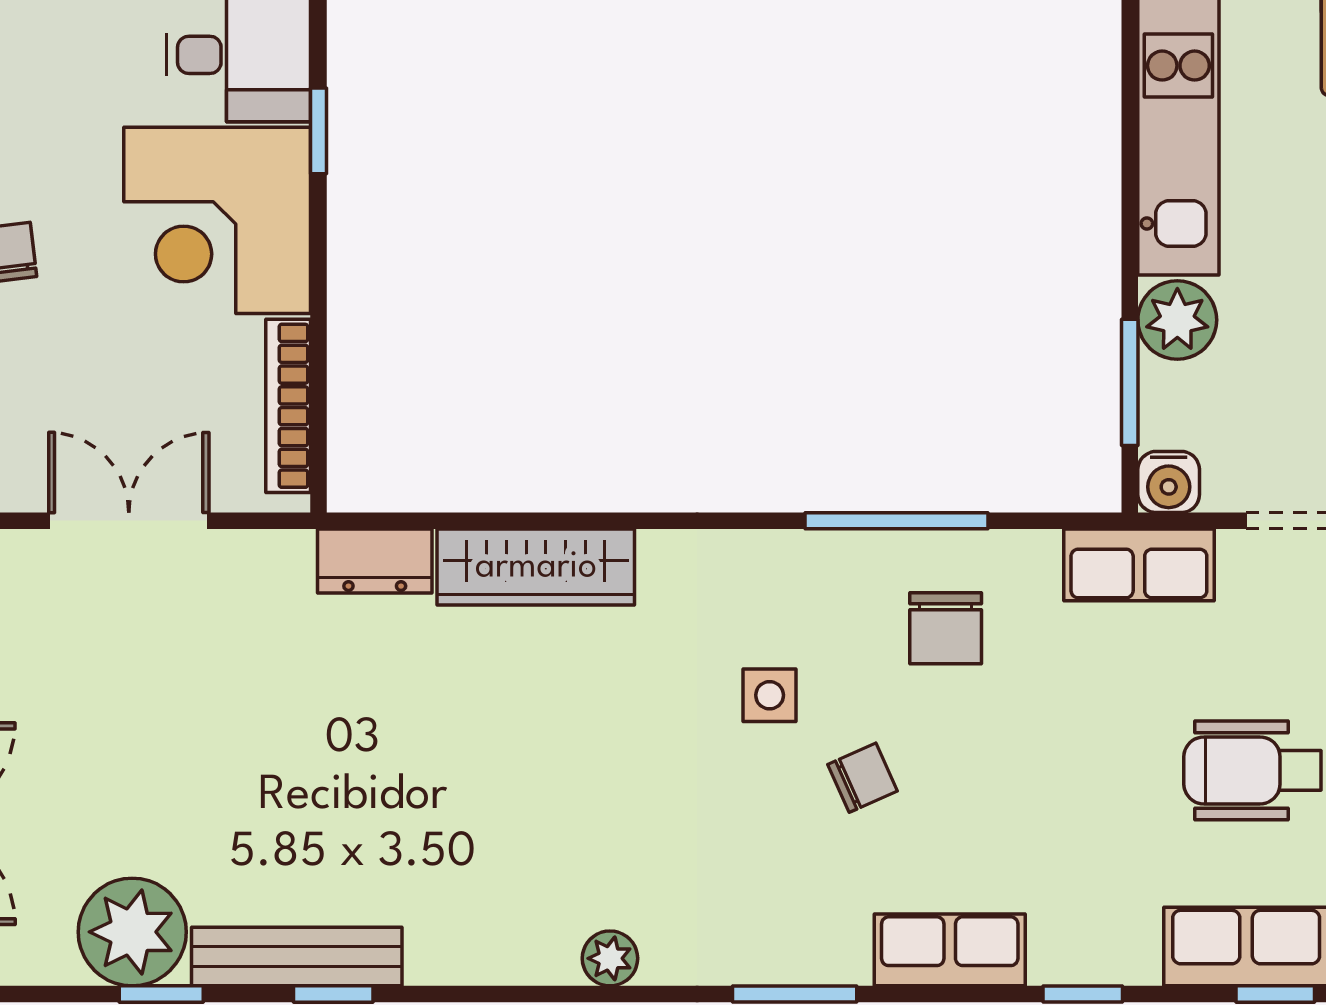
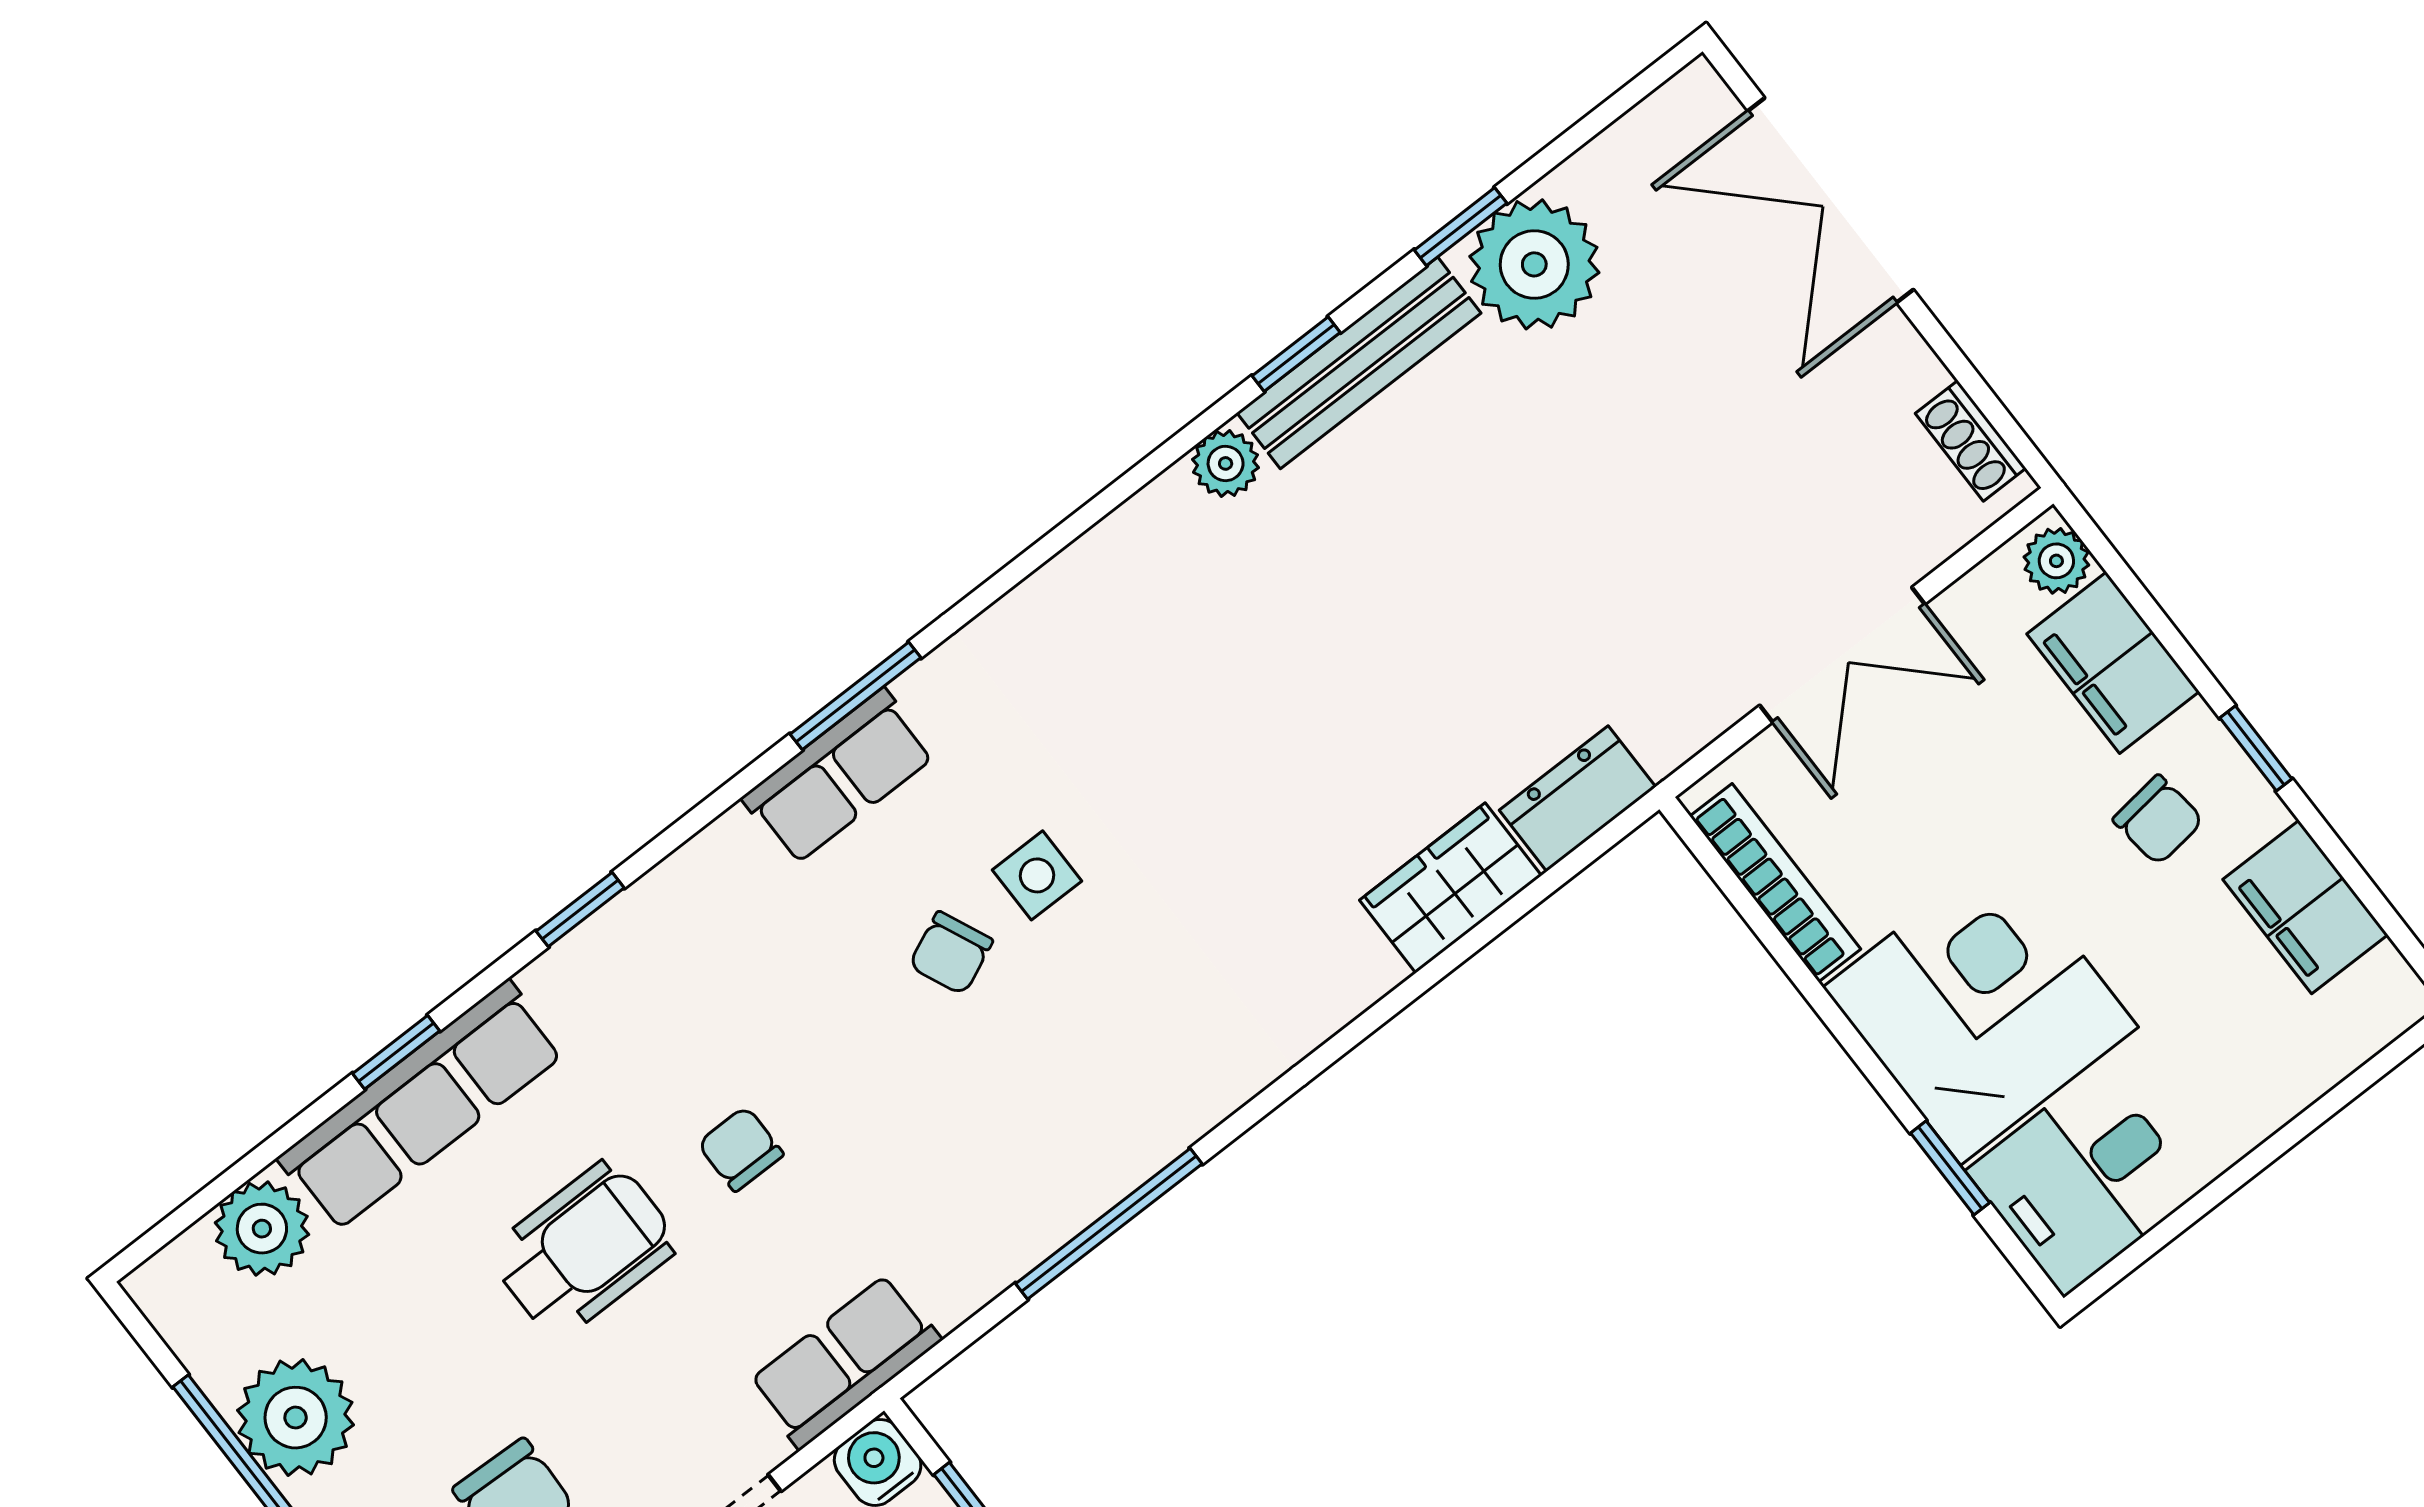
wardrobe: (536, 567) -> (1451, 888), width x0.67
chair: (946, 628) -> (741, 1149), moved, width x0.73, depth x0.73
side table: (770, 695) -> (1037, 875), moved
row of seats: (950, 950) -> (839, 777), moved
plant: (610, 958) -> (1226, 463), moved

